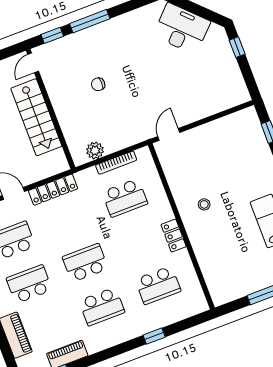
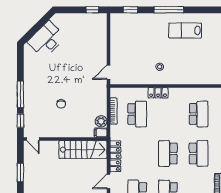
window: (237, 47) -> (92, 10), moved
stairs: (36, 117) -> (83, 150), moved
door: (169, 134) -> (108, 72), hinge flipped
filing cabinet: (79, 156) -> (101, 133), added
locker: (174, 236) -> (158, 93), moved

